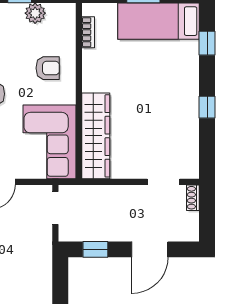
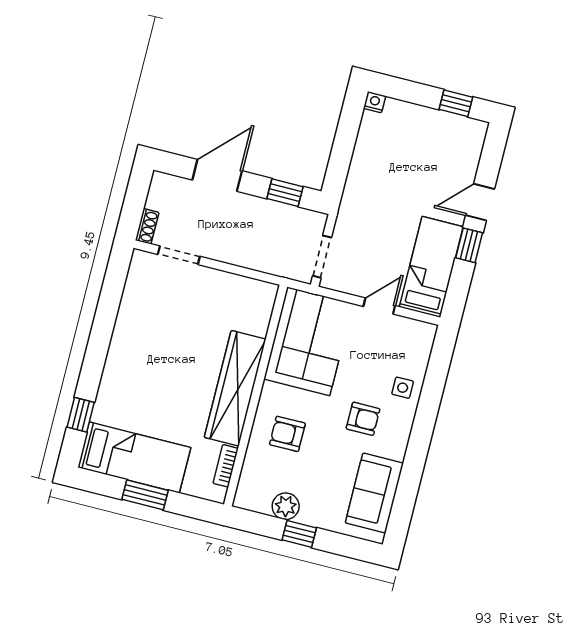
window: (207, 107) -> (101, 335), removed
wardrobe: (96, 136) -> (235, 388), moved

